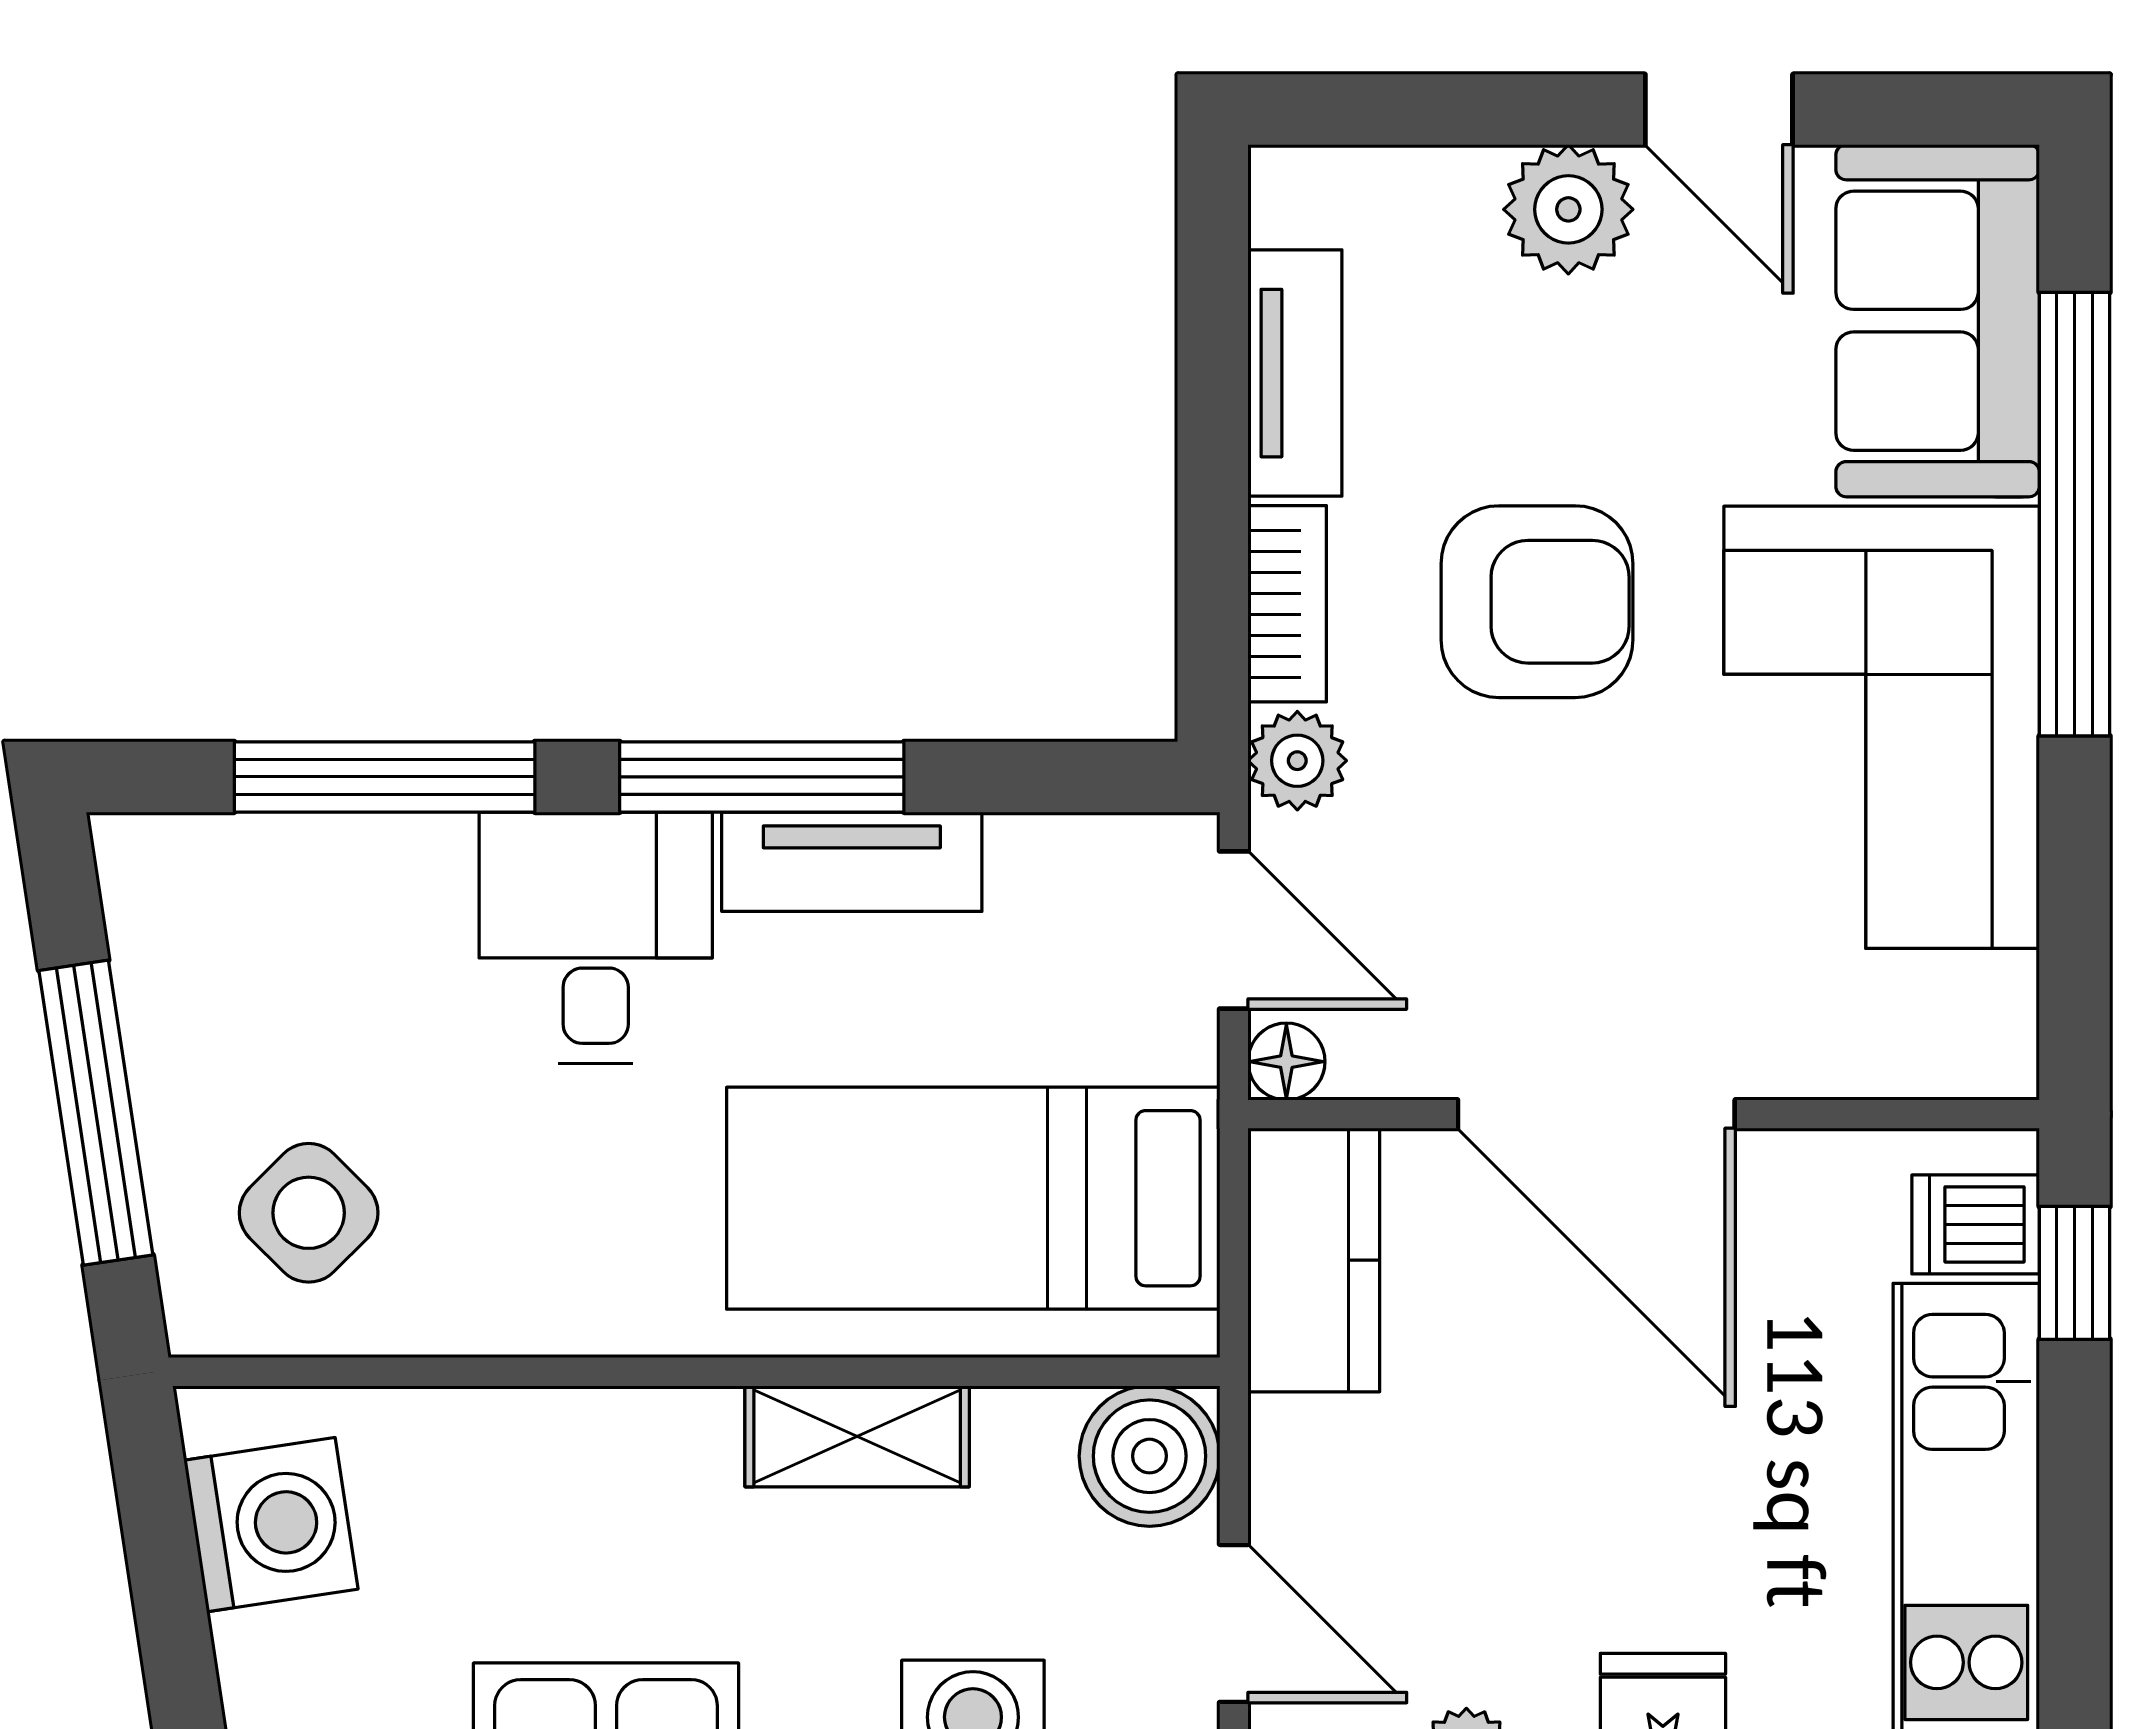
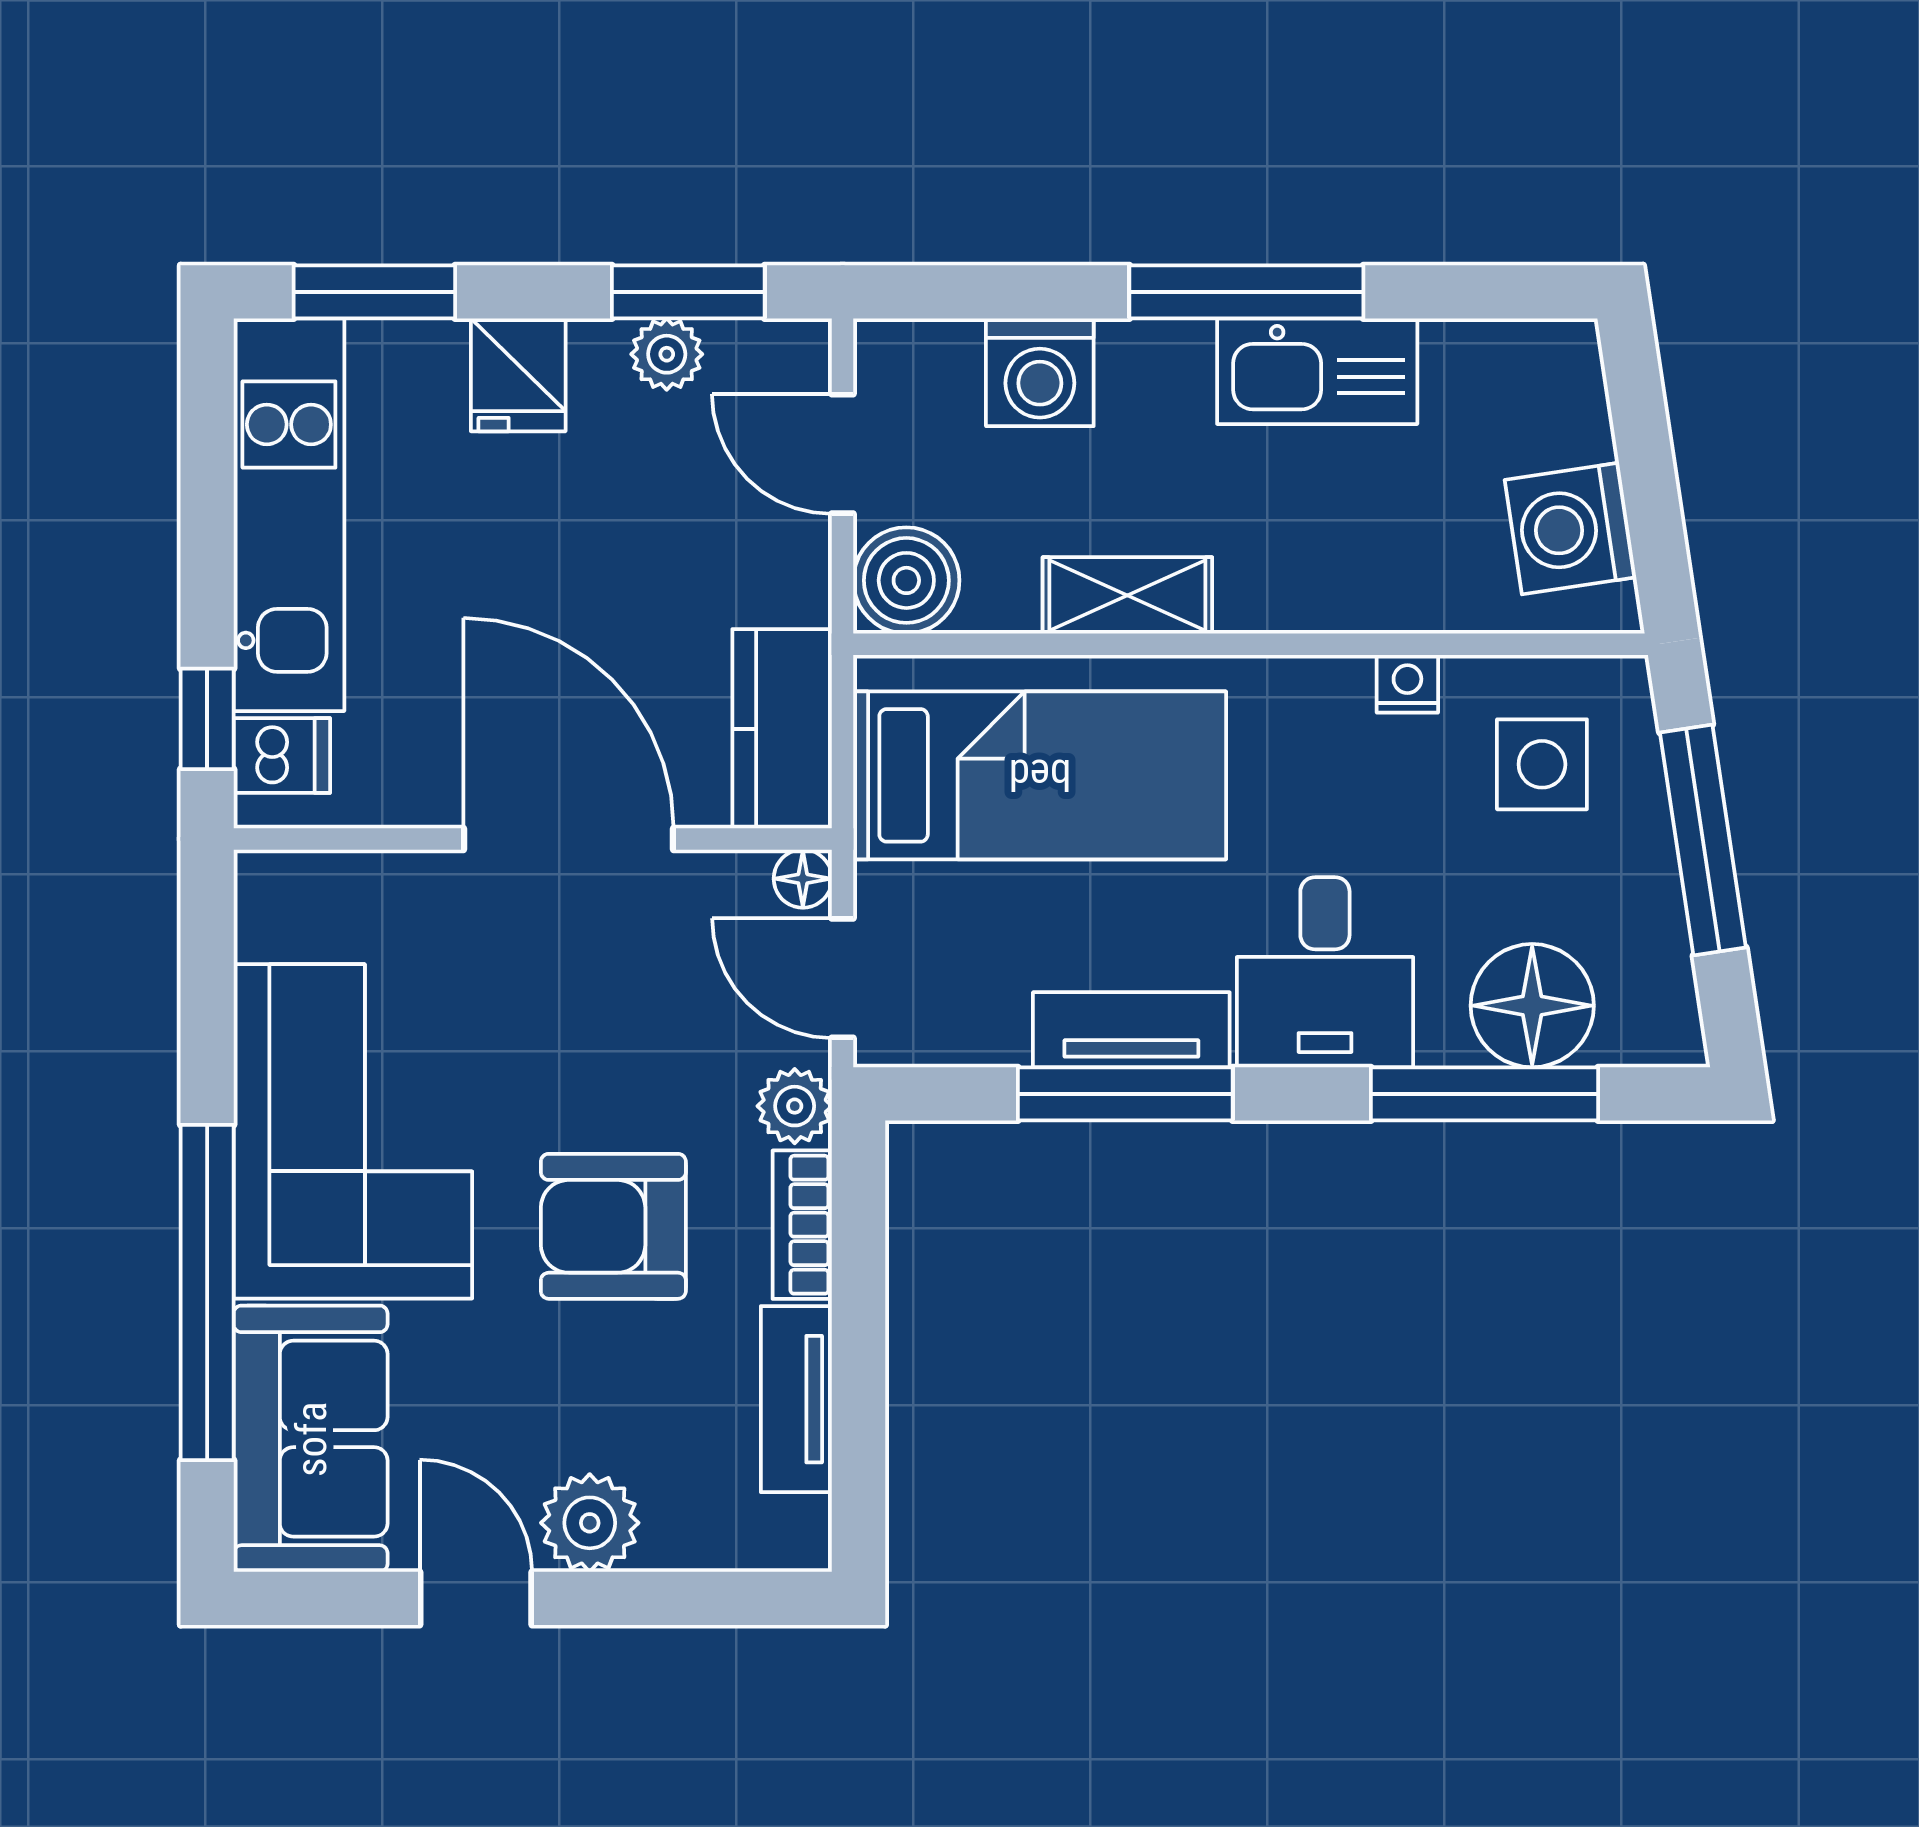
window: (762, 777) -> (1125, 1094), moved
floor lamp: (322, 894) -> (1532, 1006), added
side table: (309, 1213) -> (1542, 764), turned 45
nightstand: (487, 1319) -> (1407, 684), added

